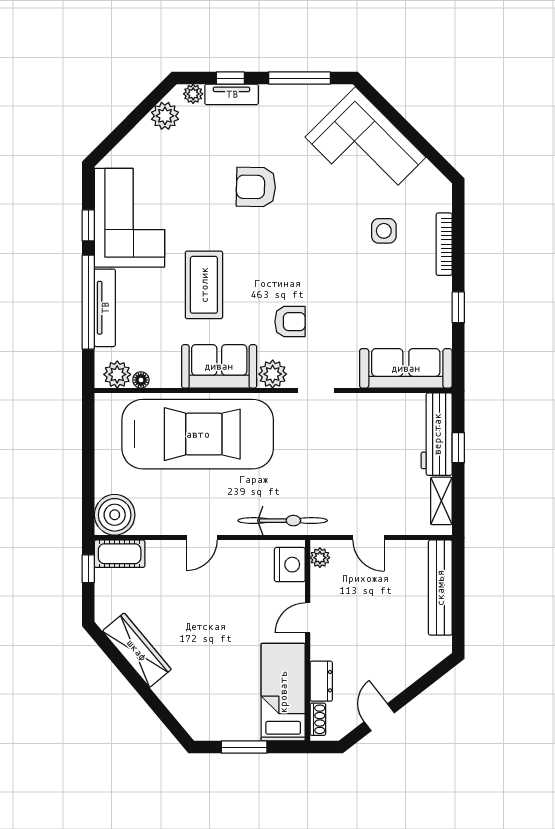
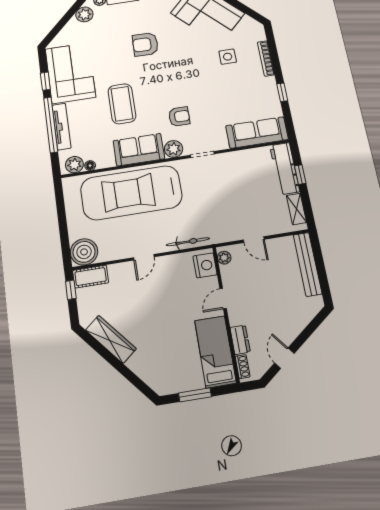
car: (198, 434) -> (131, 193), turned 180
bicycle: (283, 521) -> (188, 242), width x0.73, depth x0.71

